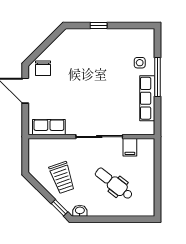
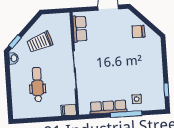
window: (99, 25) -> (166, 90), moved
chair: (43, 68) -> (138, 32), moved
filing cabinet: (130, 147) -> (69, 110), moved
dental chair: (114, 184) -> (37, 84), turned -38

